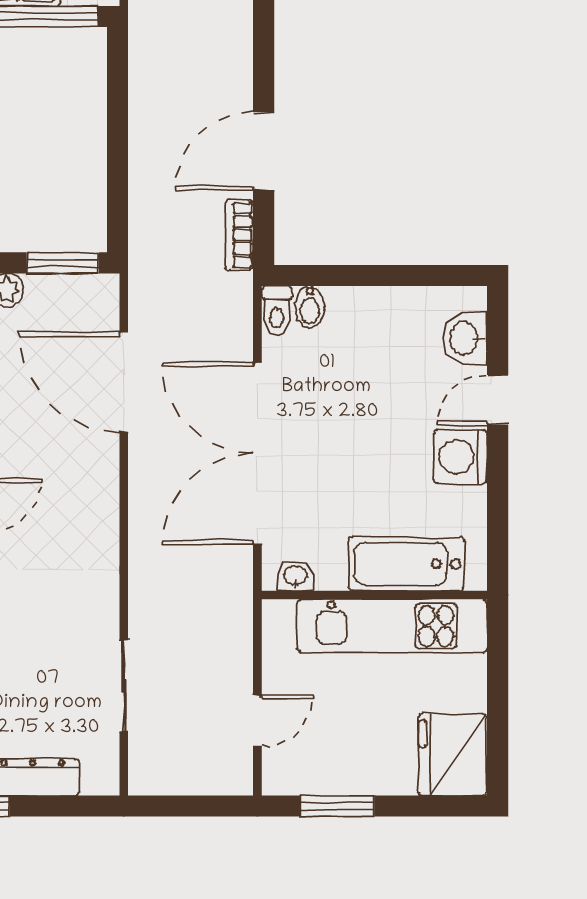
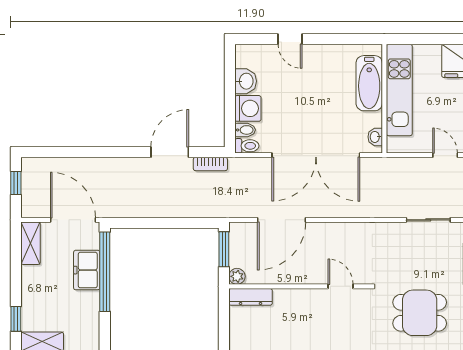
door: (264, 151) -> (170, 152), swing flipped
washbasin: (465, 338) -> (246, 81), moved, turned -90
washing machine: (460, 457) -> (248, 108), moved, turned -90

